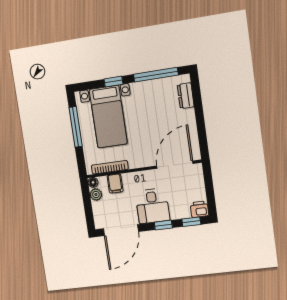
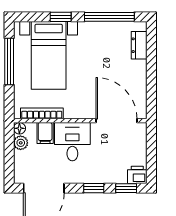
door: (175, 165) -> (116, 121), hinge flipped
desk: (152, 206) -> (72, 142), moved, turned 180

